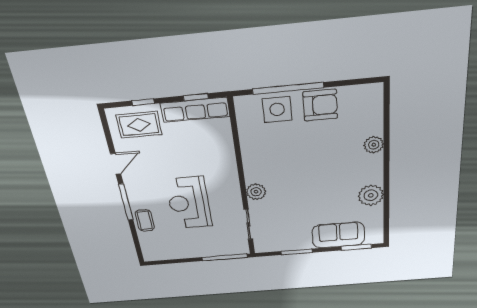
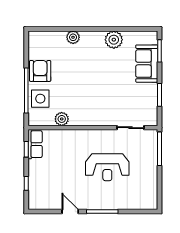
row of seats: (195, 110) -> (35, 144), width x0.68
rug: (139, 125) -> (42, 189), removed
plant: (256, 192) -> (62, 119), moved
coffee table: (145, 220) -> (119, 201), removed

